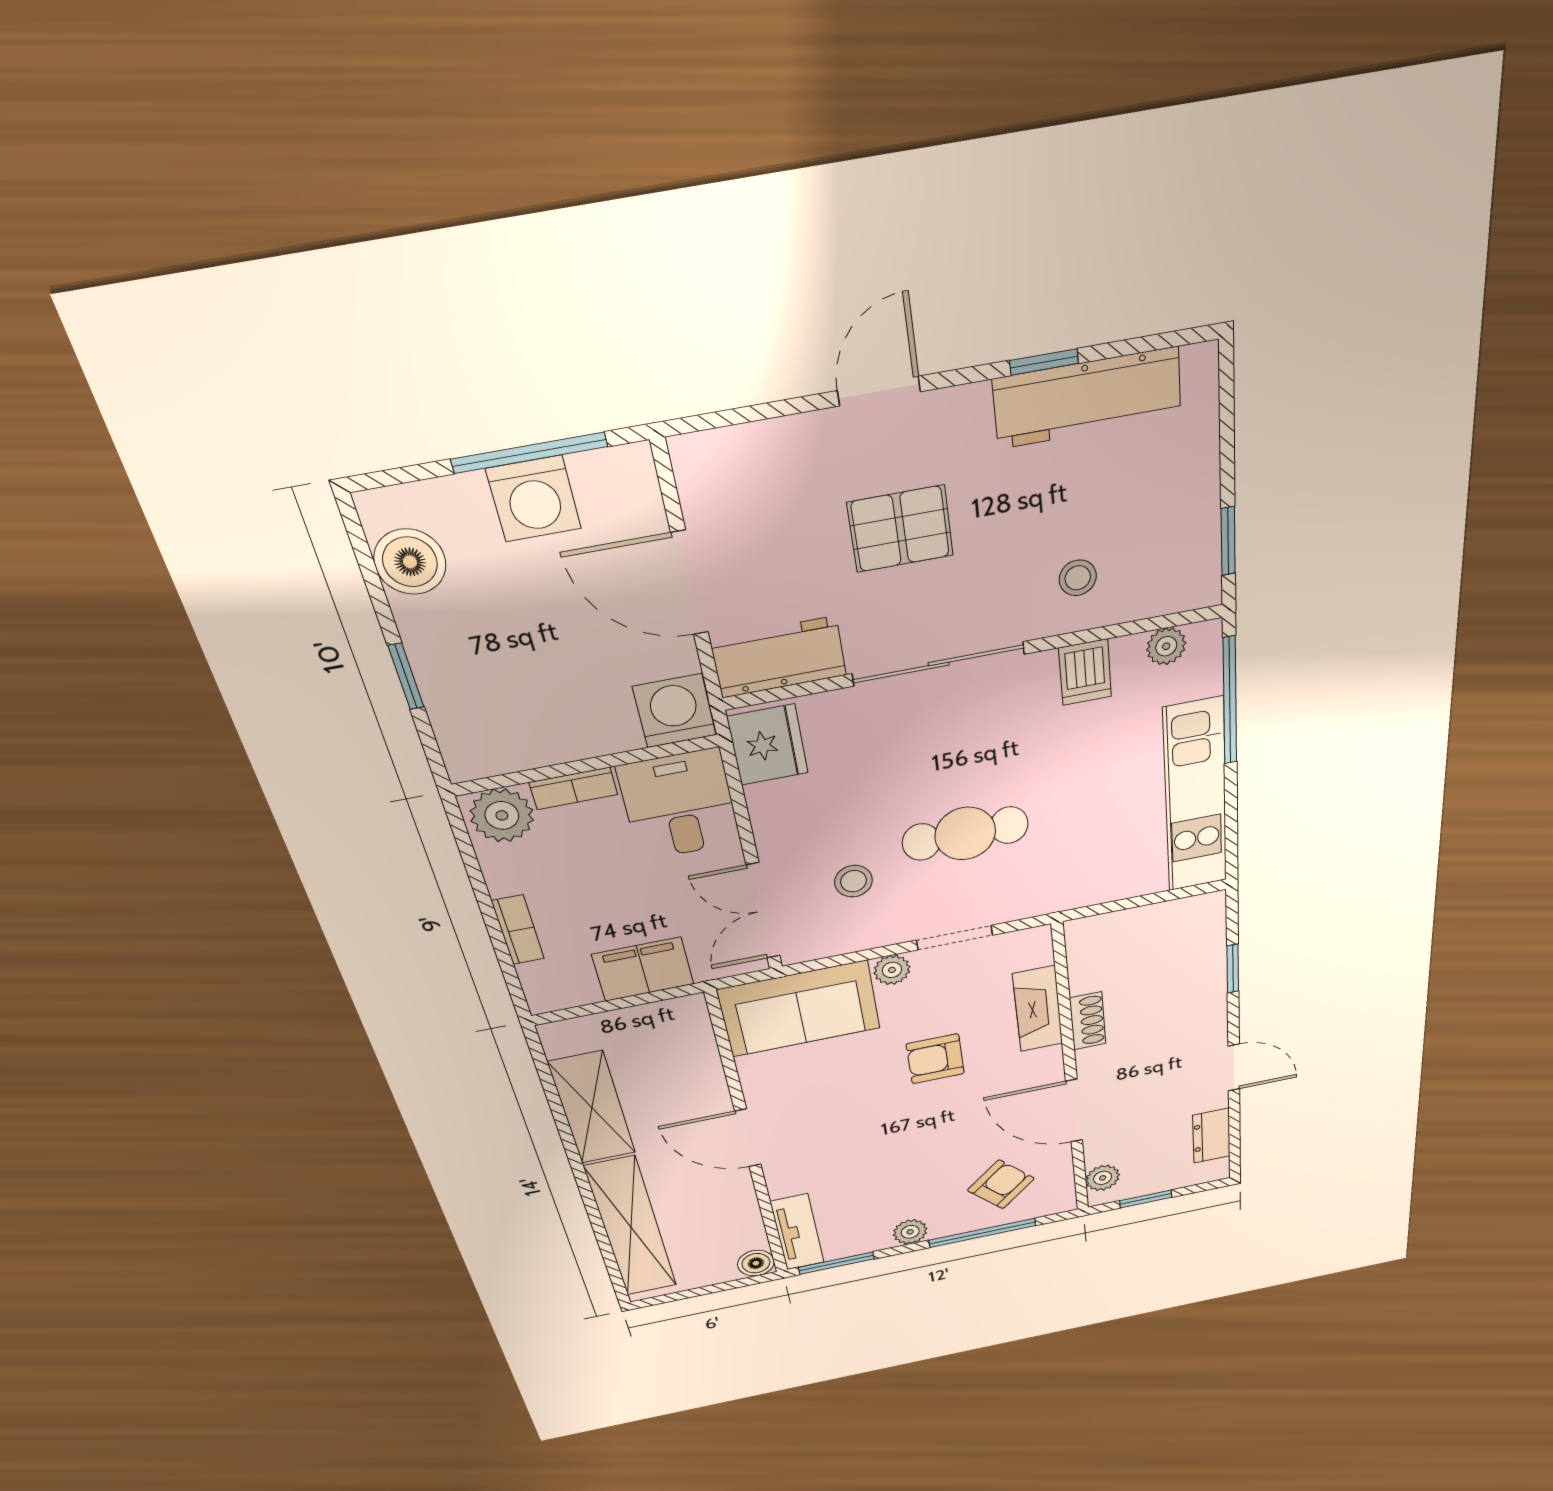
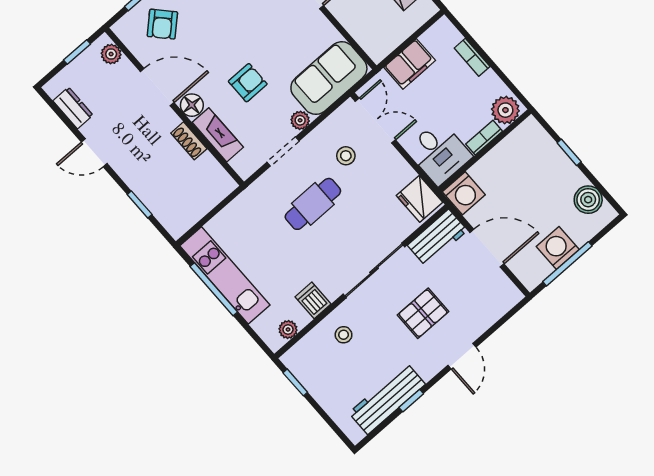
window: (1230, 701) -> (214, 289), moved
floor lamp: (1044, 1066) -> (192, 105), added

